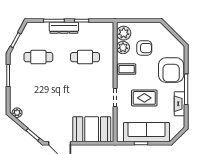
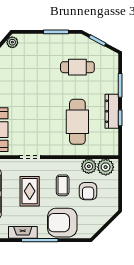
dresser: (64, 28) -> (112, 111), moved
cafe table: (38, 57) -> (77, 67), turned 90
cafe table: (85, 57) -> (77, 122), width x1.37, depth x1.35
coffee table: (127, 69) -> (63, 185), moved

